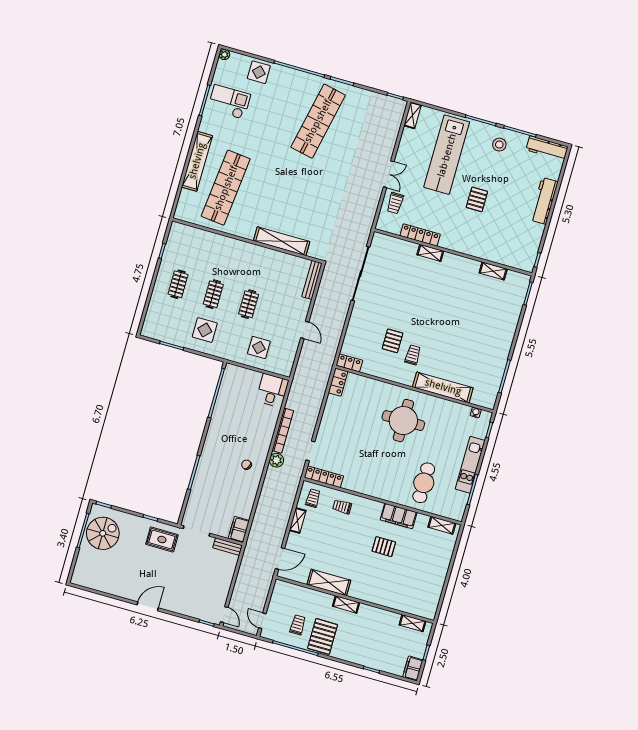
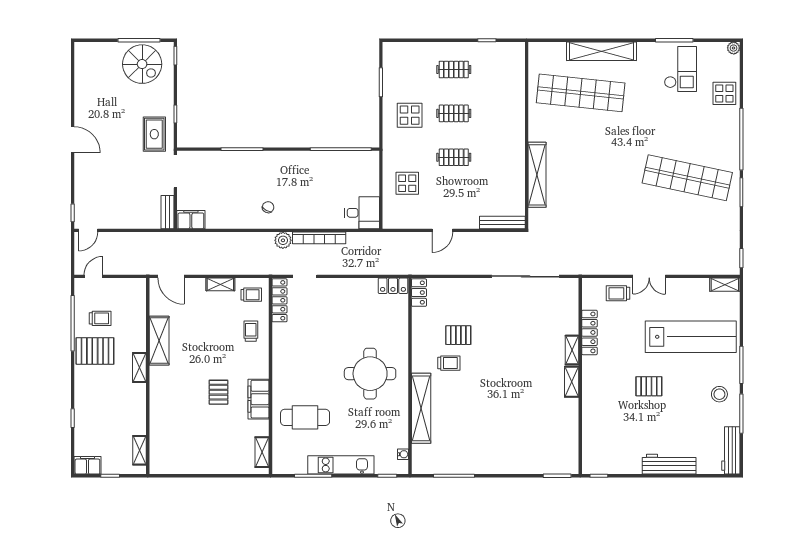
lab bench: (447, 155) -> (691, 337), turned 180
shelving: (493, 271) -> (572, 382), moved

